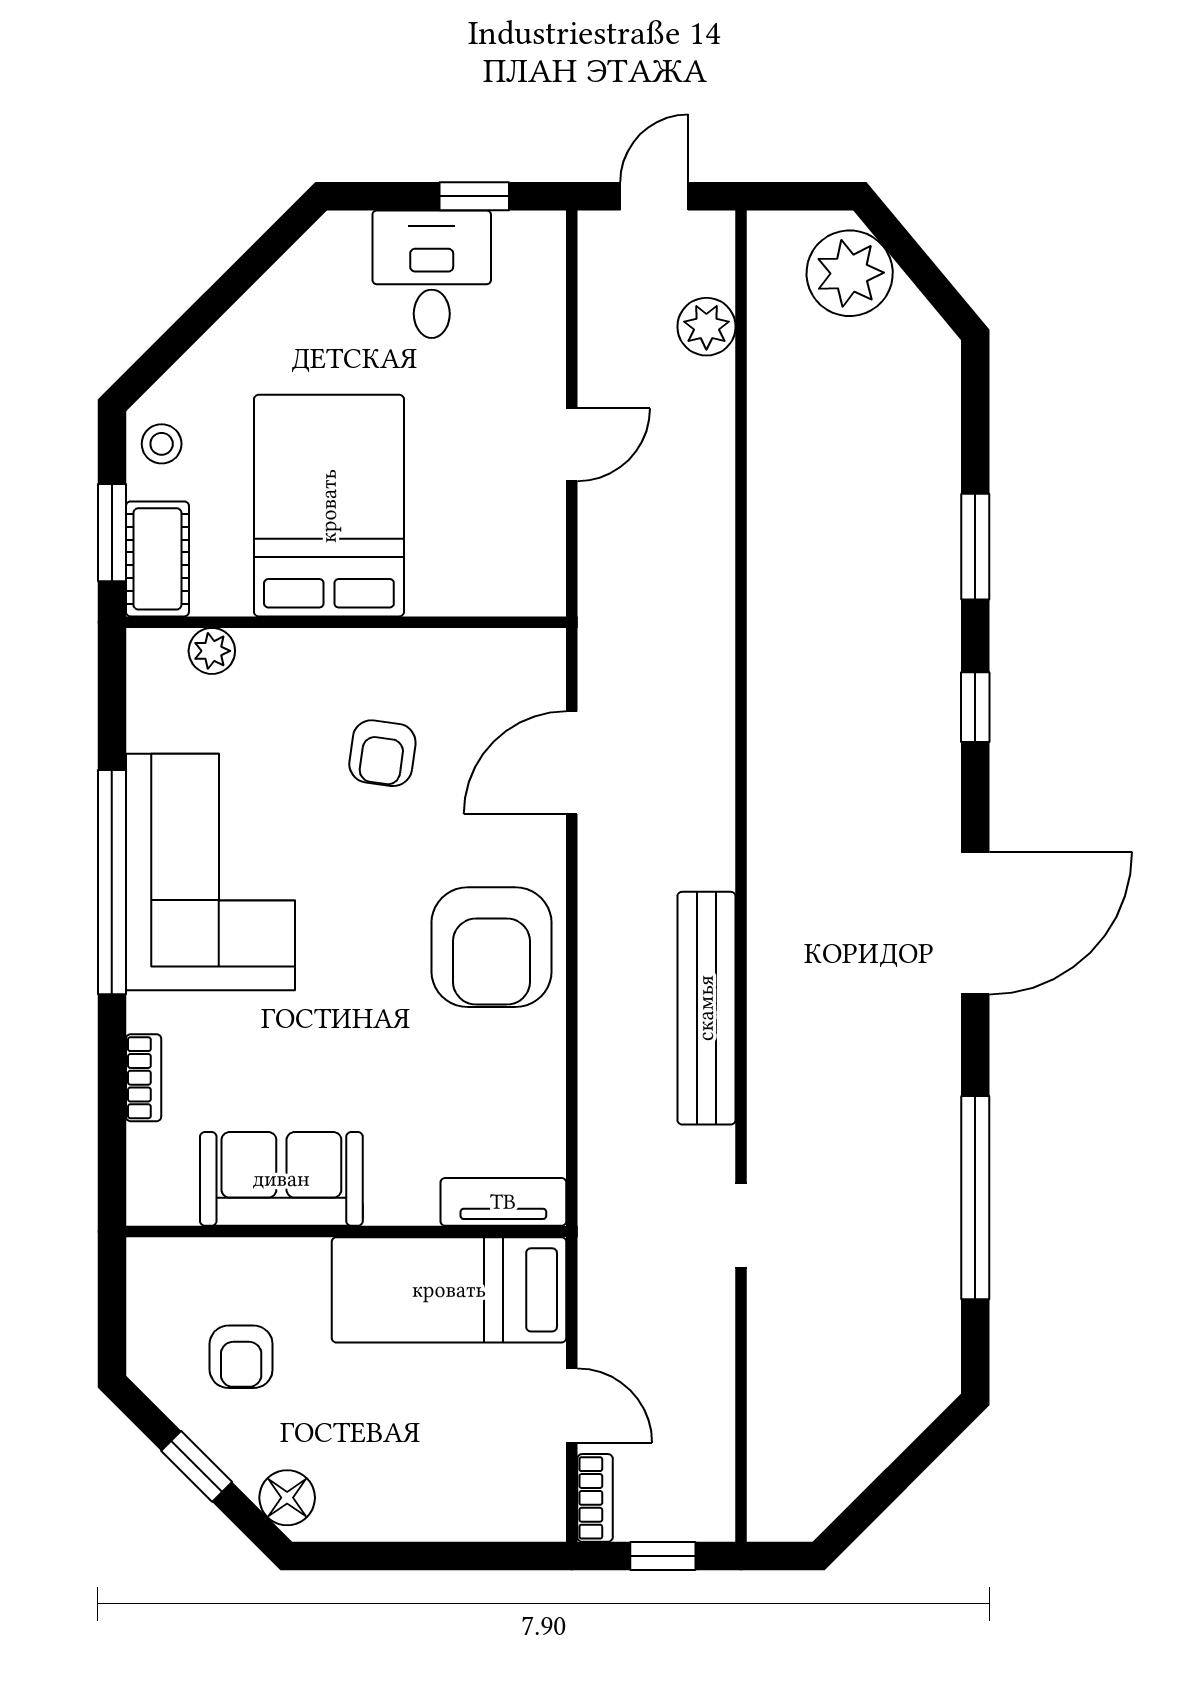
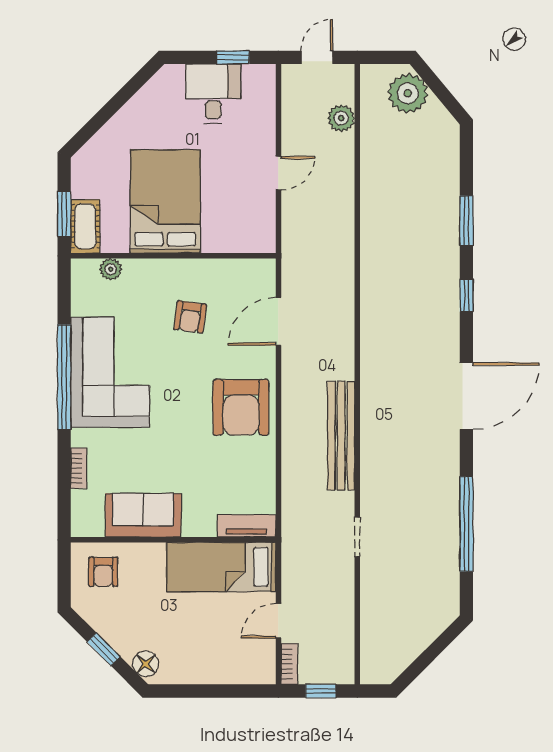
stool: (162, 444) -> (87, 173), removed
armchair: (241, 1357) -> (103, 572), moved
door: (572, 1406) -> (278, 621), swing flipped

